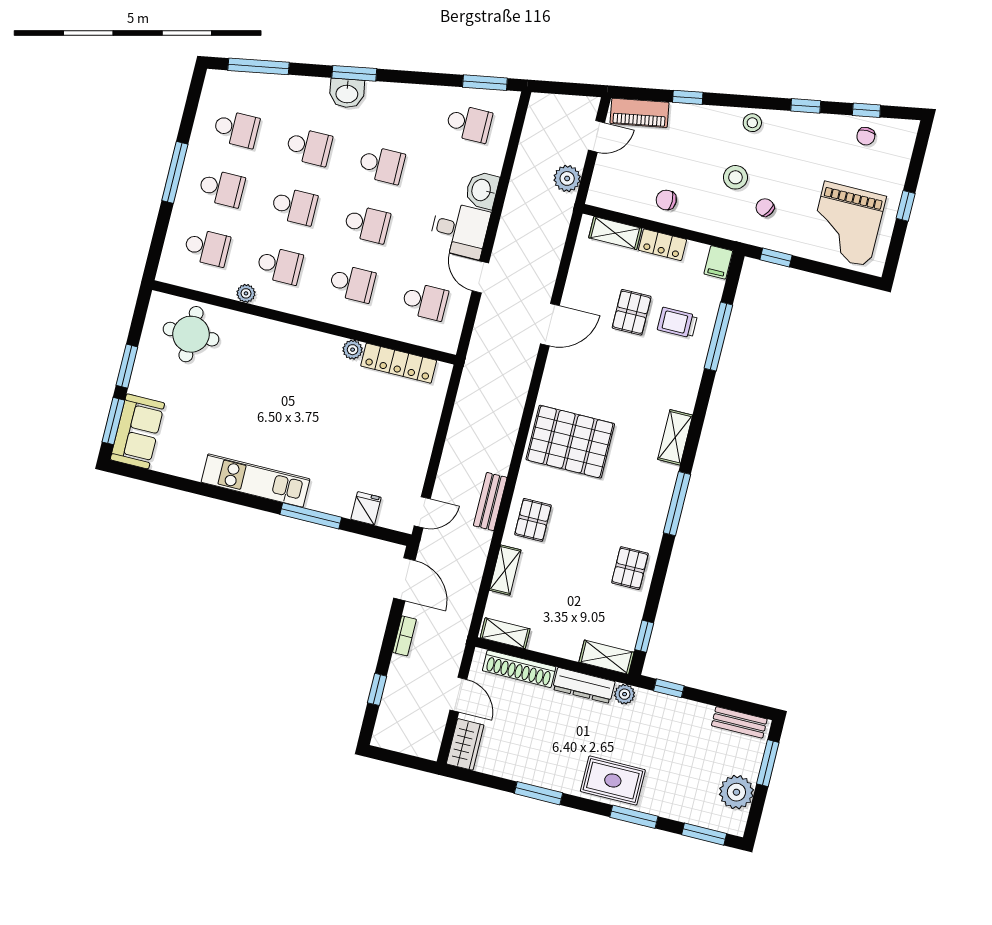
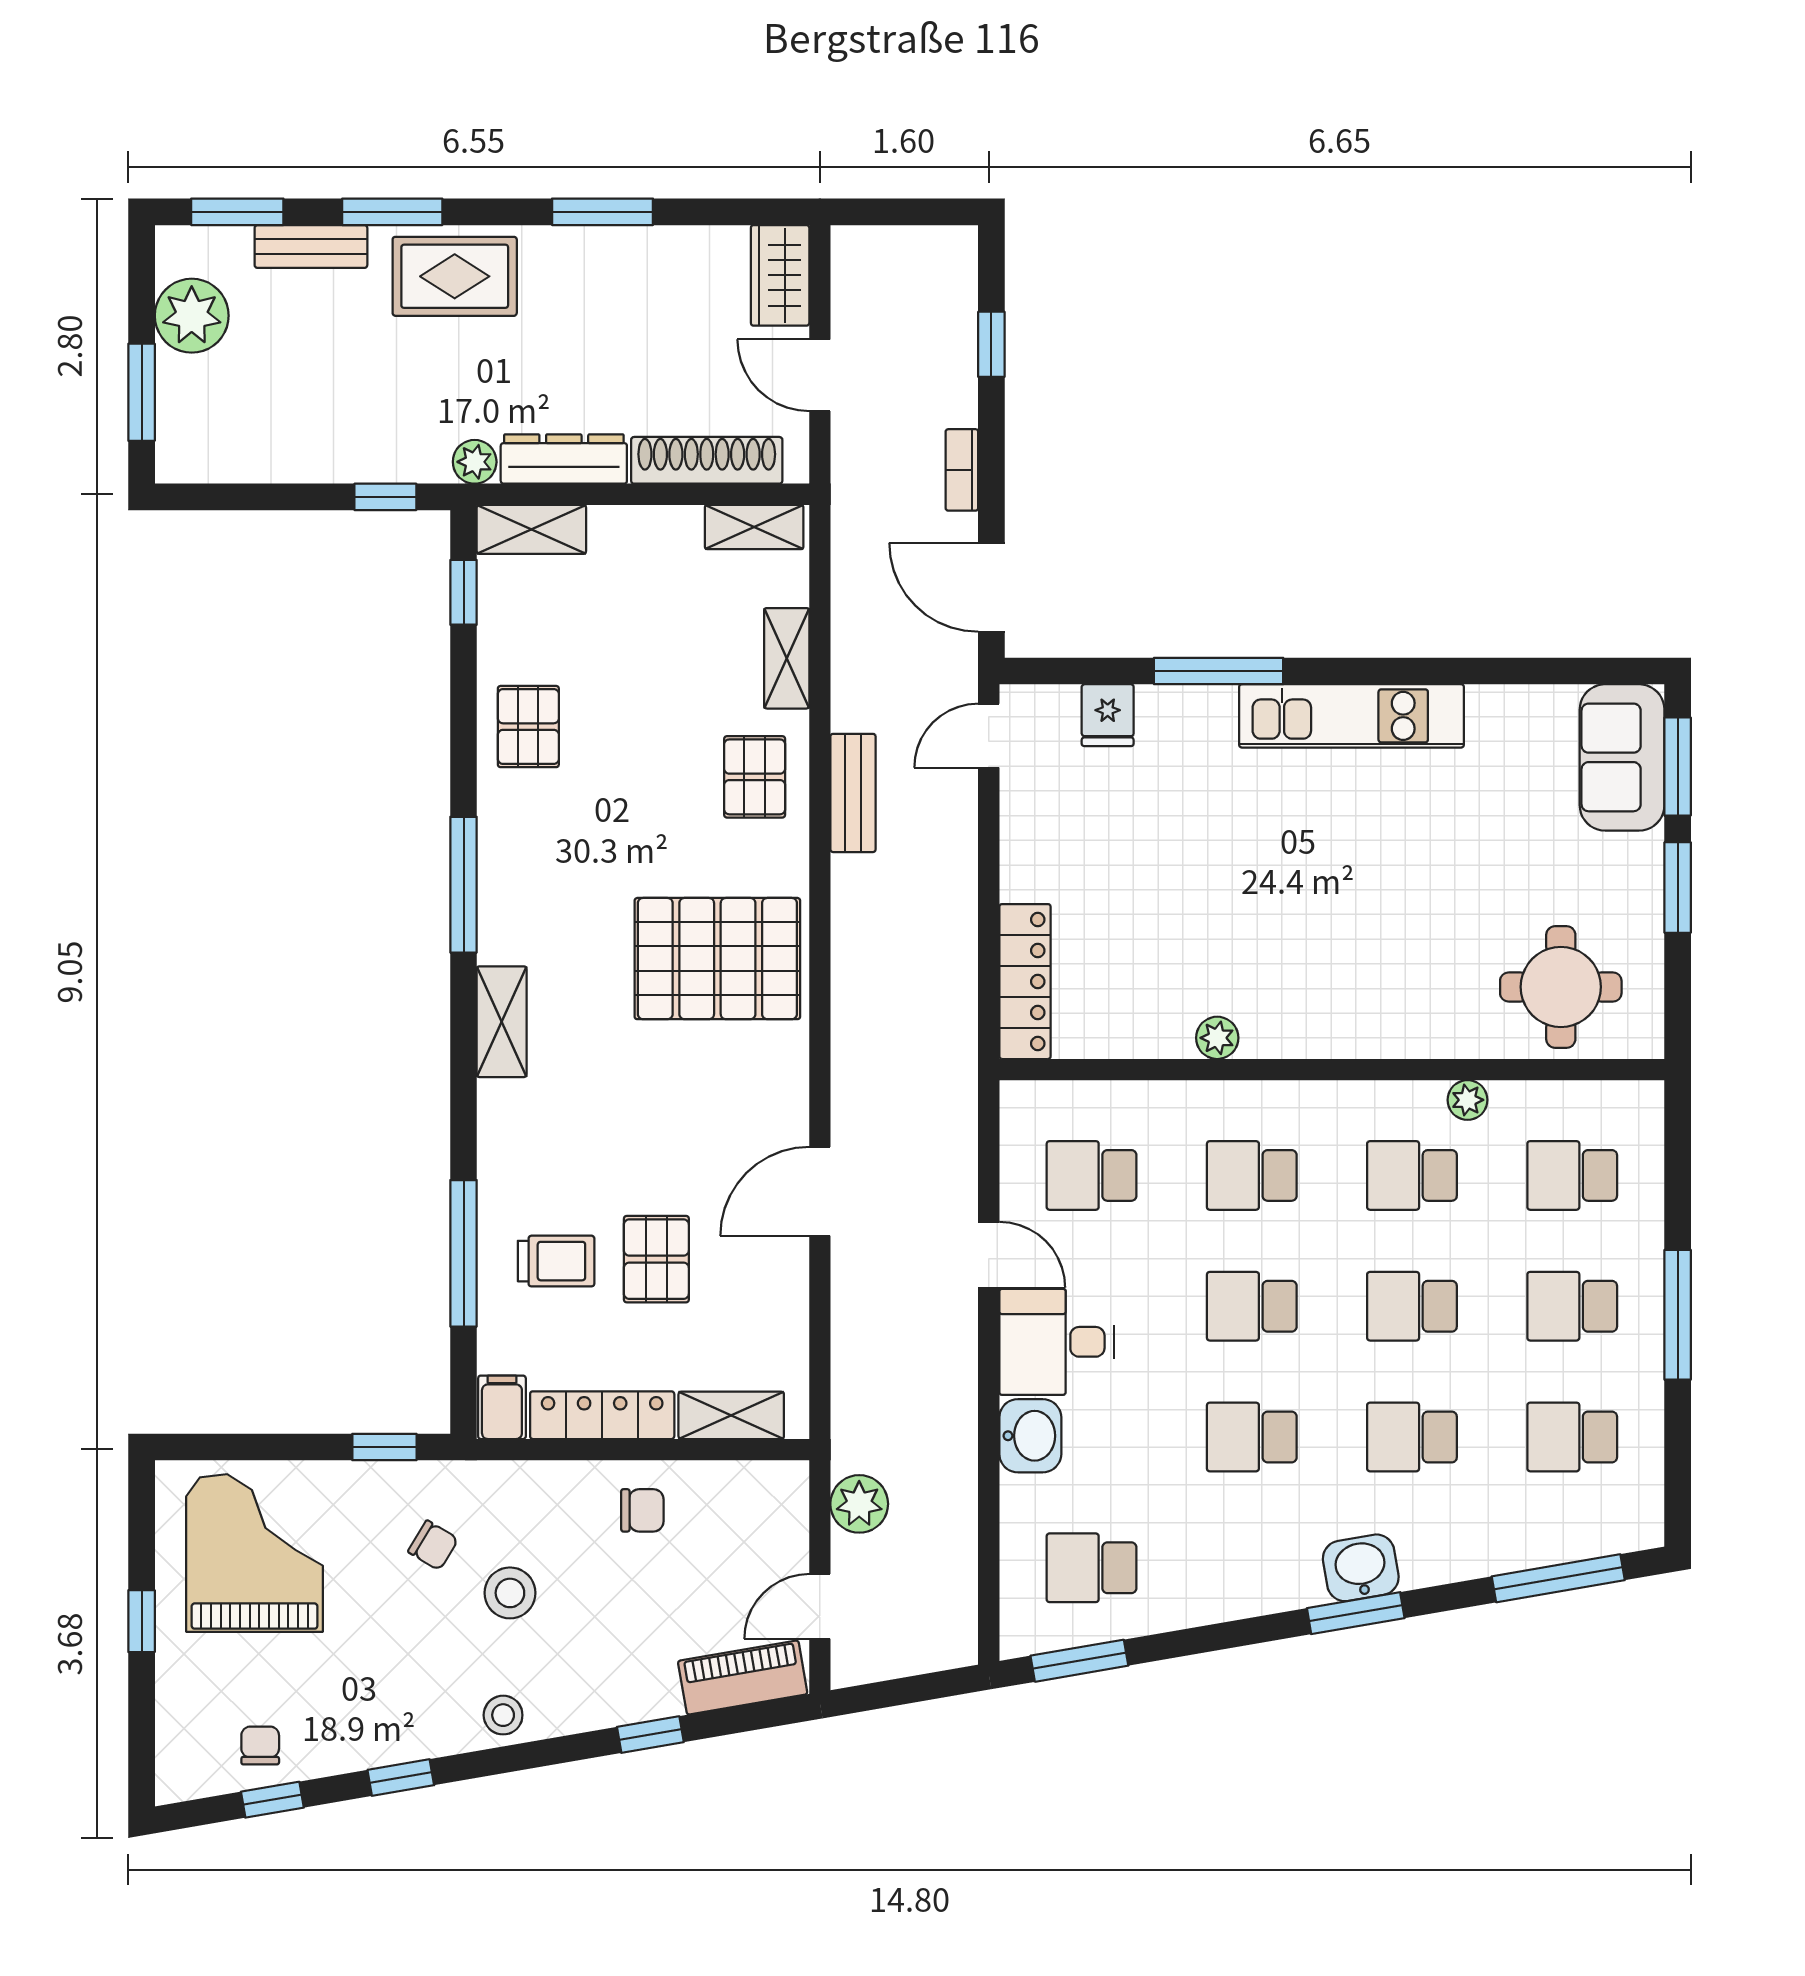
locker: (662, 245) -> (602, 1415), width x1.53
locker: (399, 363) -> (1025, 982), moved, turned 90
bench: (739, 722) -> (311, 246), moved

